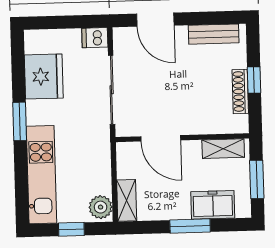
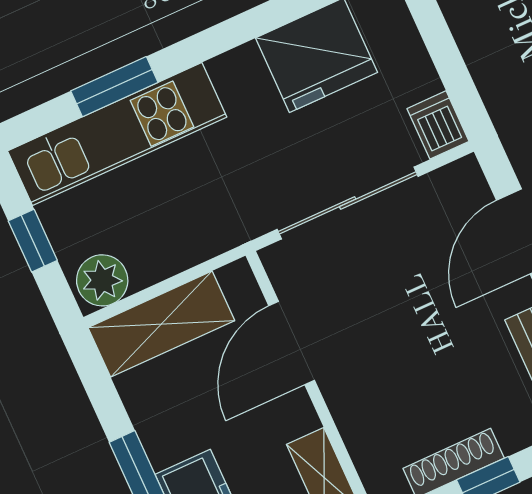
window: (20, 121) -> (114, 87), moved
shelving: (127, 200) -> (161, 324), width x1.50, depth x1.33

